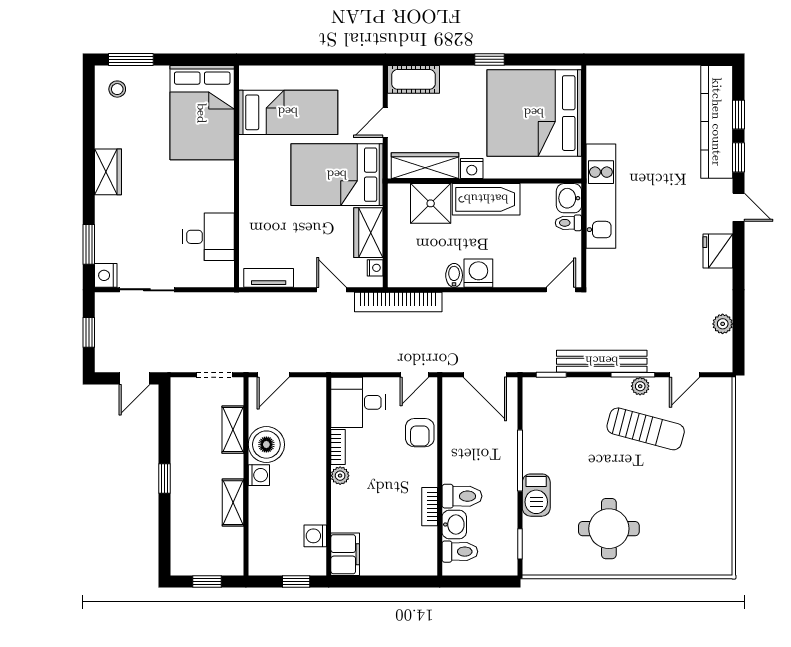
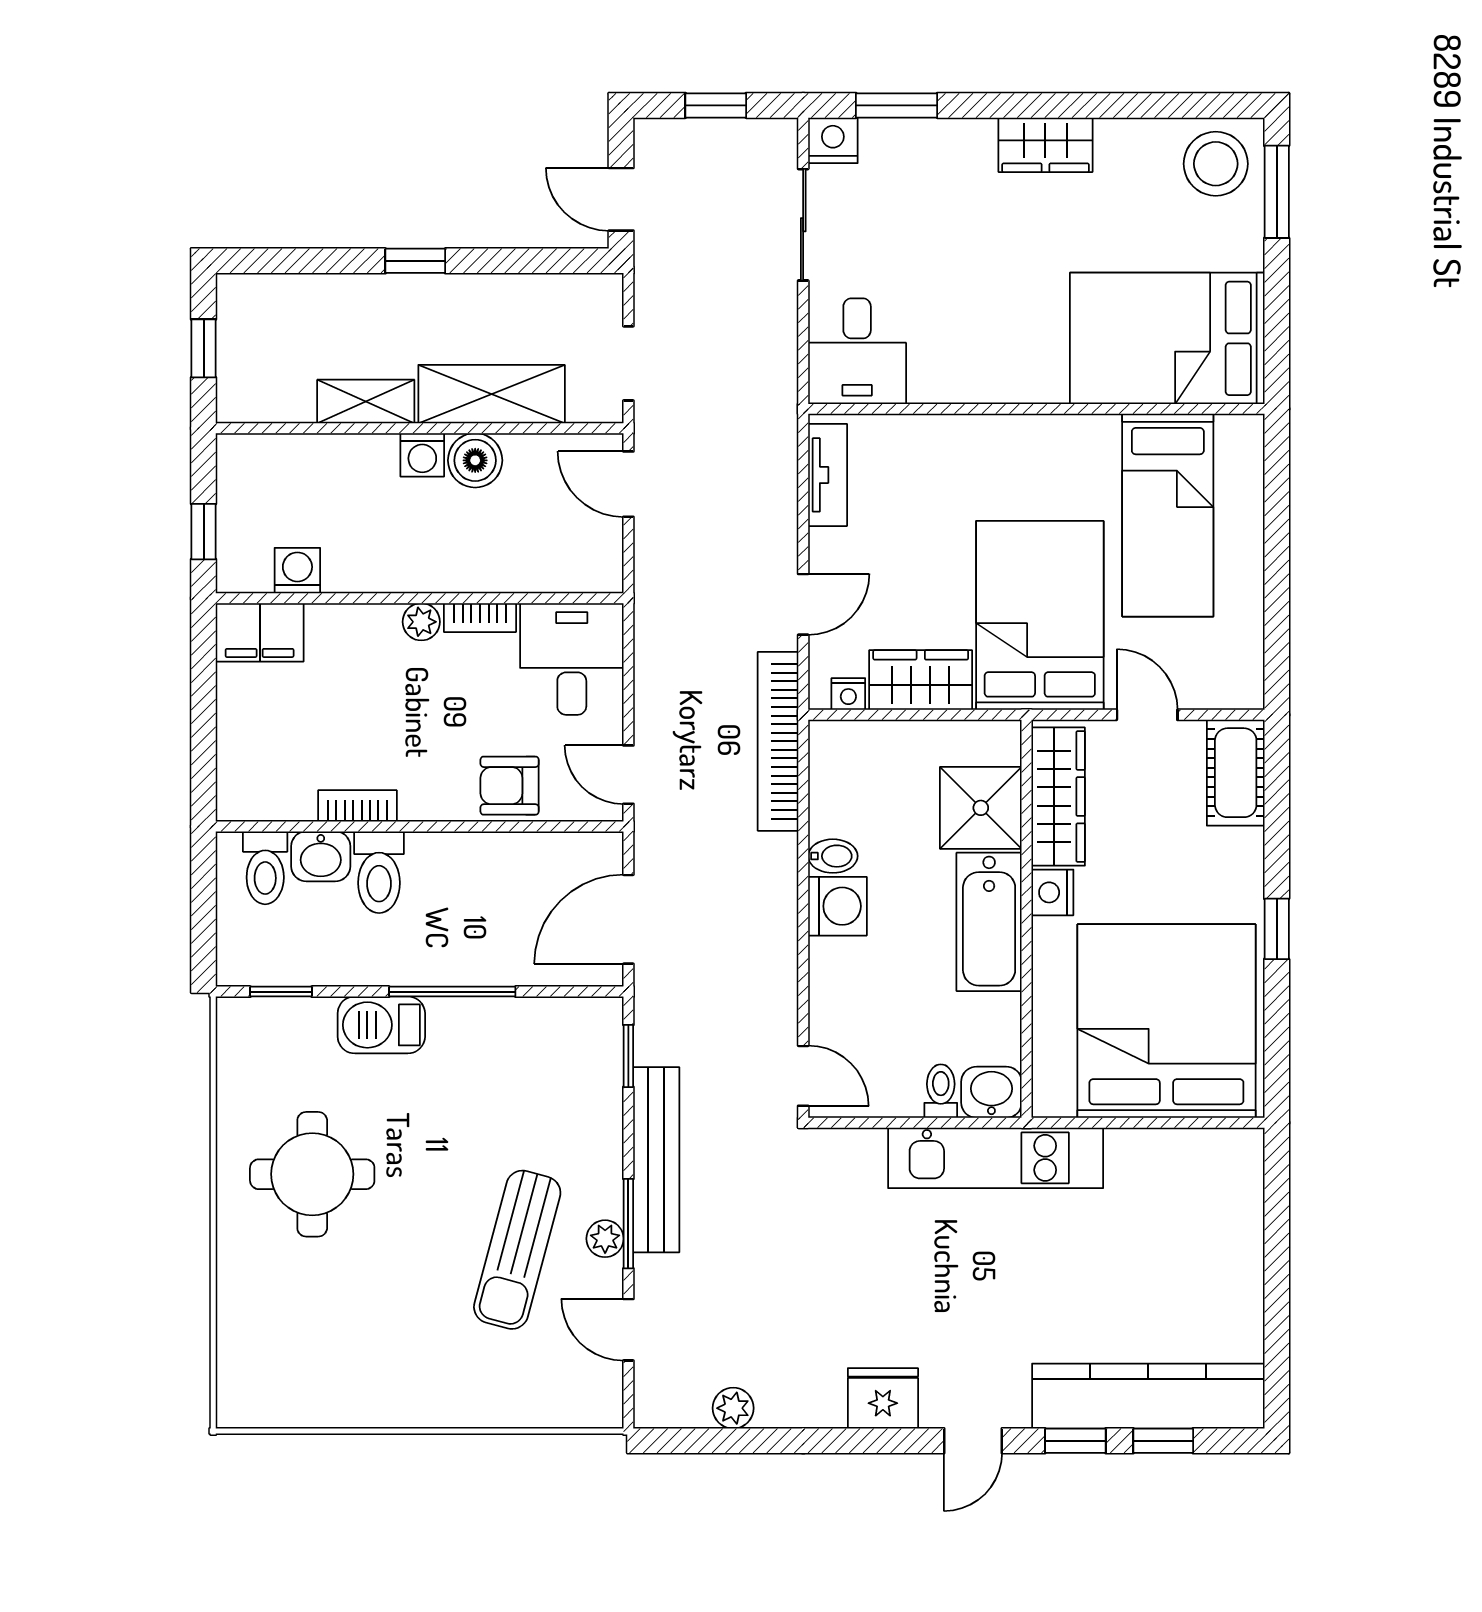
stool: (117, 89) -> (1216, 164), width x1.89, depth x1.89
desk: (208, 237) -> (857, 351), moved
shelving: (233, 430) -> (492, 394), width x1.50, depth x1.33
boiler: (266, 445) -> (475, 460), width x0.73, depth x0.73

